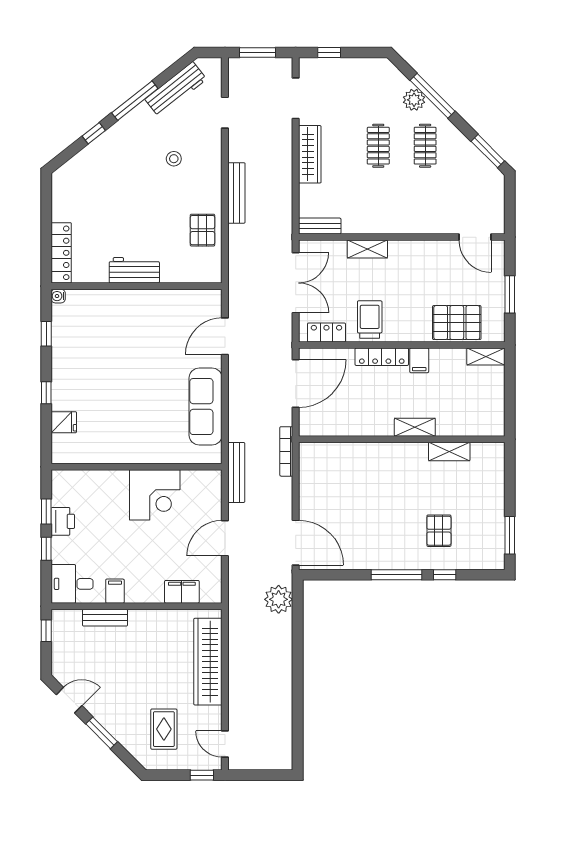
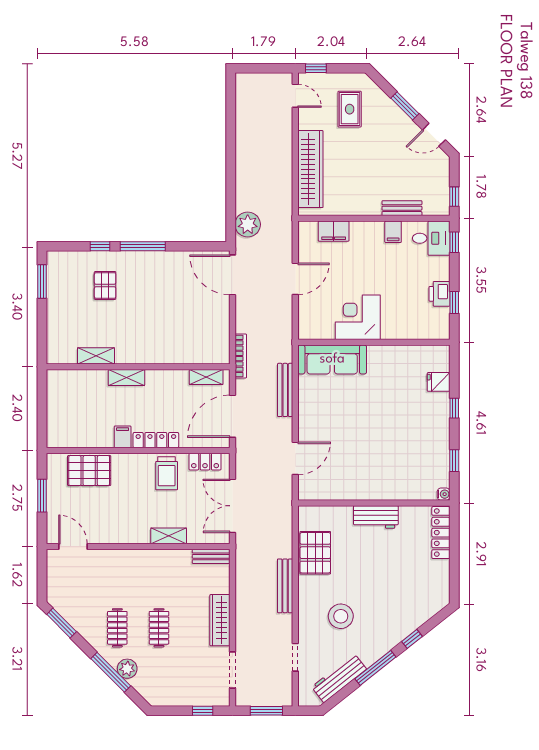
stool: (174, 159) -> (341, 616), width x1.89, depth x1.89
pallet: (202, 230) -> (315, 553), width x1.50, depth x1.42
shelving: (486, 357) -> (206, 377), moved
sofa: (206, 407) -> (332, 359), moved, turned 90
bench: (236, 472) -> (285, 390), moved
window: (46, 549) -> (454, 242), moved

